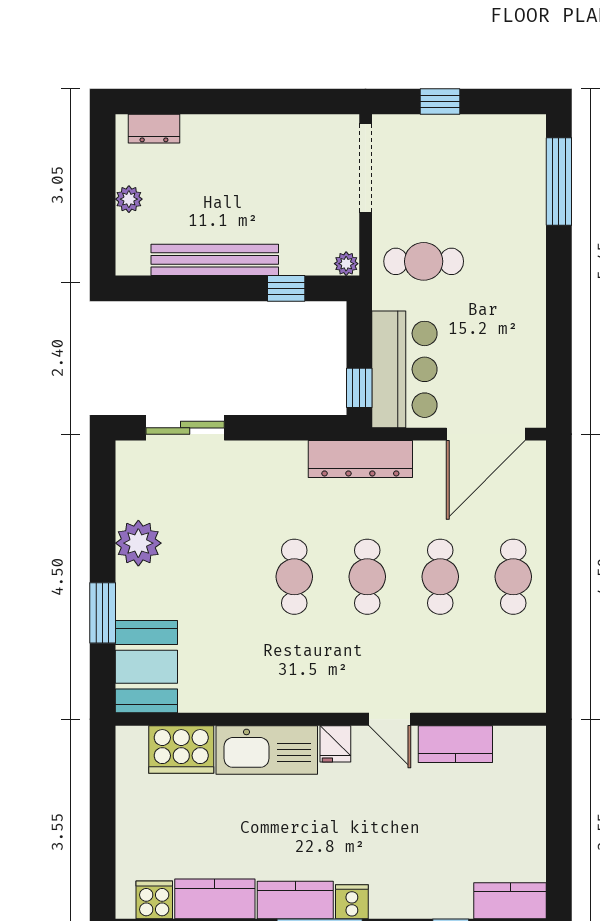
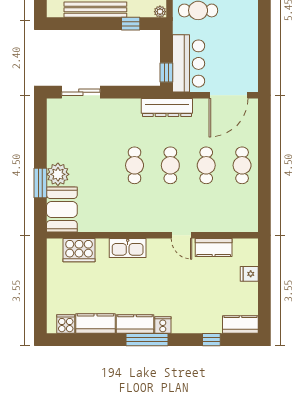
plant: (138, 543) -> (58, 174), moved
fridge: (335, 744) -> (249, 274), moved, turned 90
kitchen sink: (267, 750) -> (128, 248), width x0.73, depth x0.81

